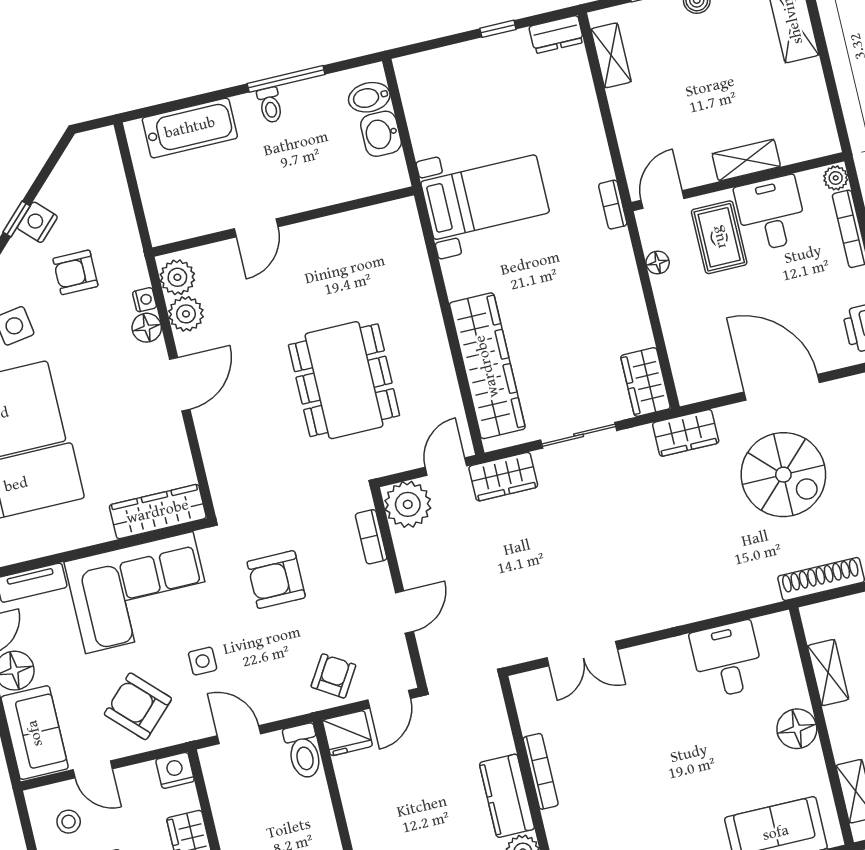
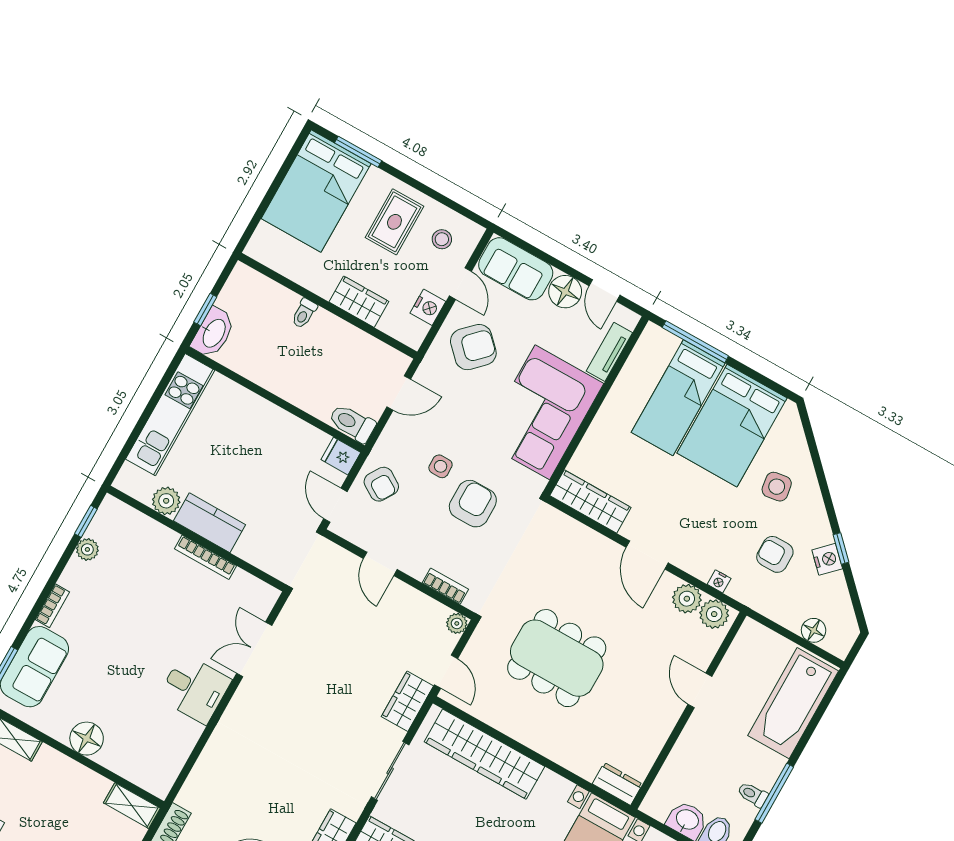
toilet: (270, 105) -> (753, 795), moved
bathtub: (190, 128) -> (793, 703), width x1.36, depth x1.36
dresser: (406, 225) -> (617, 784), added
armchair: (75, 272) -> (775, 554), turned -90
floor lamp: (147, 328) -> (814, 630), moved
plant: (408, 504) -> (457, 623), width x0.53, depth x0.53
wardrobe: (158, 512) -> (590, 502), moved, turned -90
desk: (727, 660) -> (194, 689), moved
side table: (203, 661) -> (441, 466), moved
shelving: (828, 673) -> (132, 806), moved
fridge: (347, 733) -> (341, 456), width x0.72
door: (93, 769) -> (460, 284), swing flipped
nightstand: (175, 770) -> (428, 307), moved

